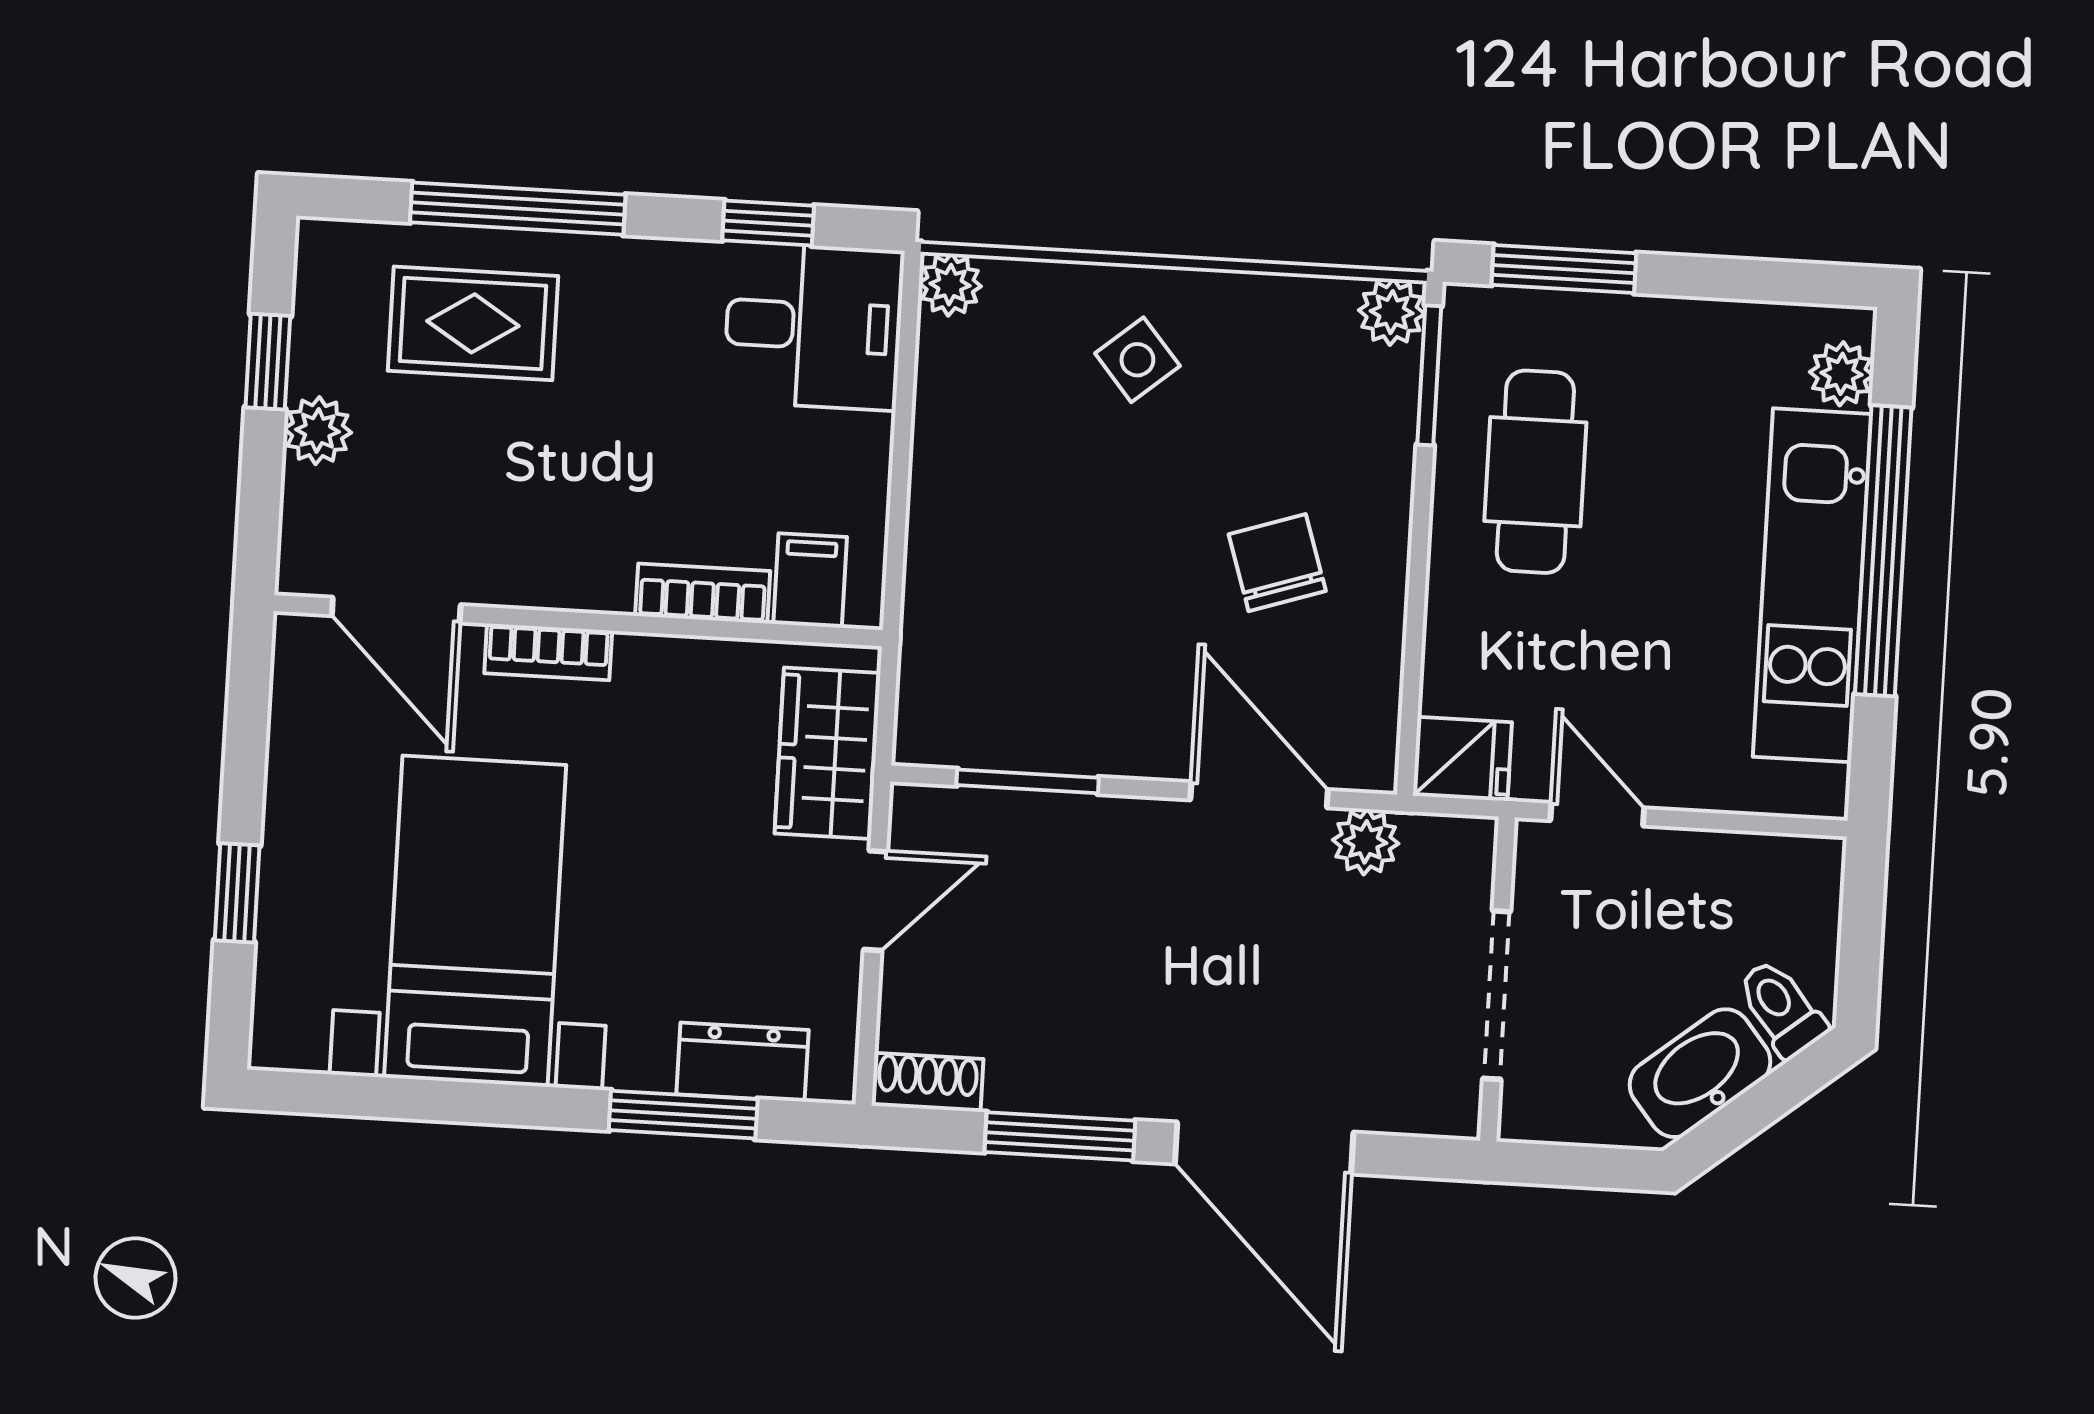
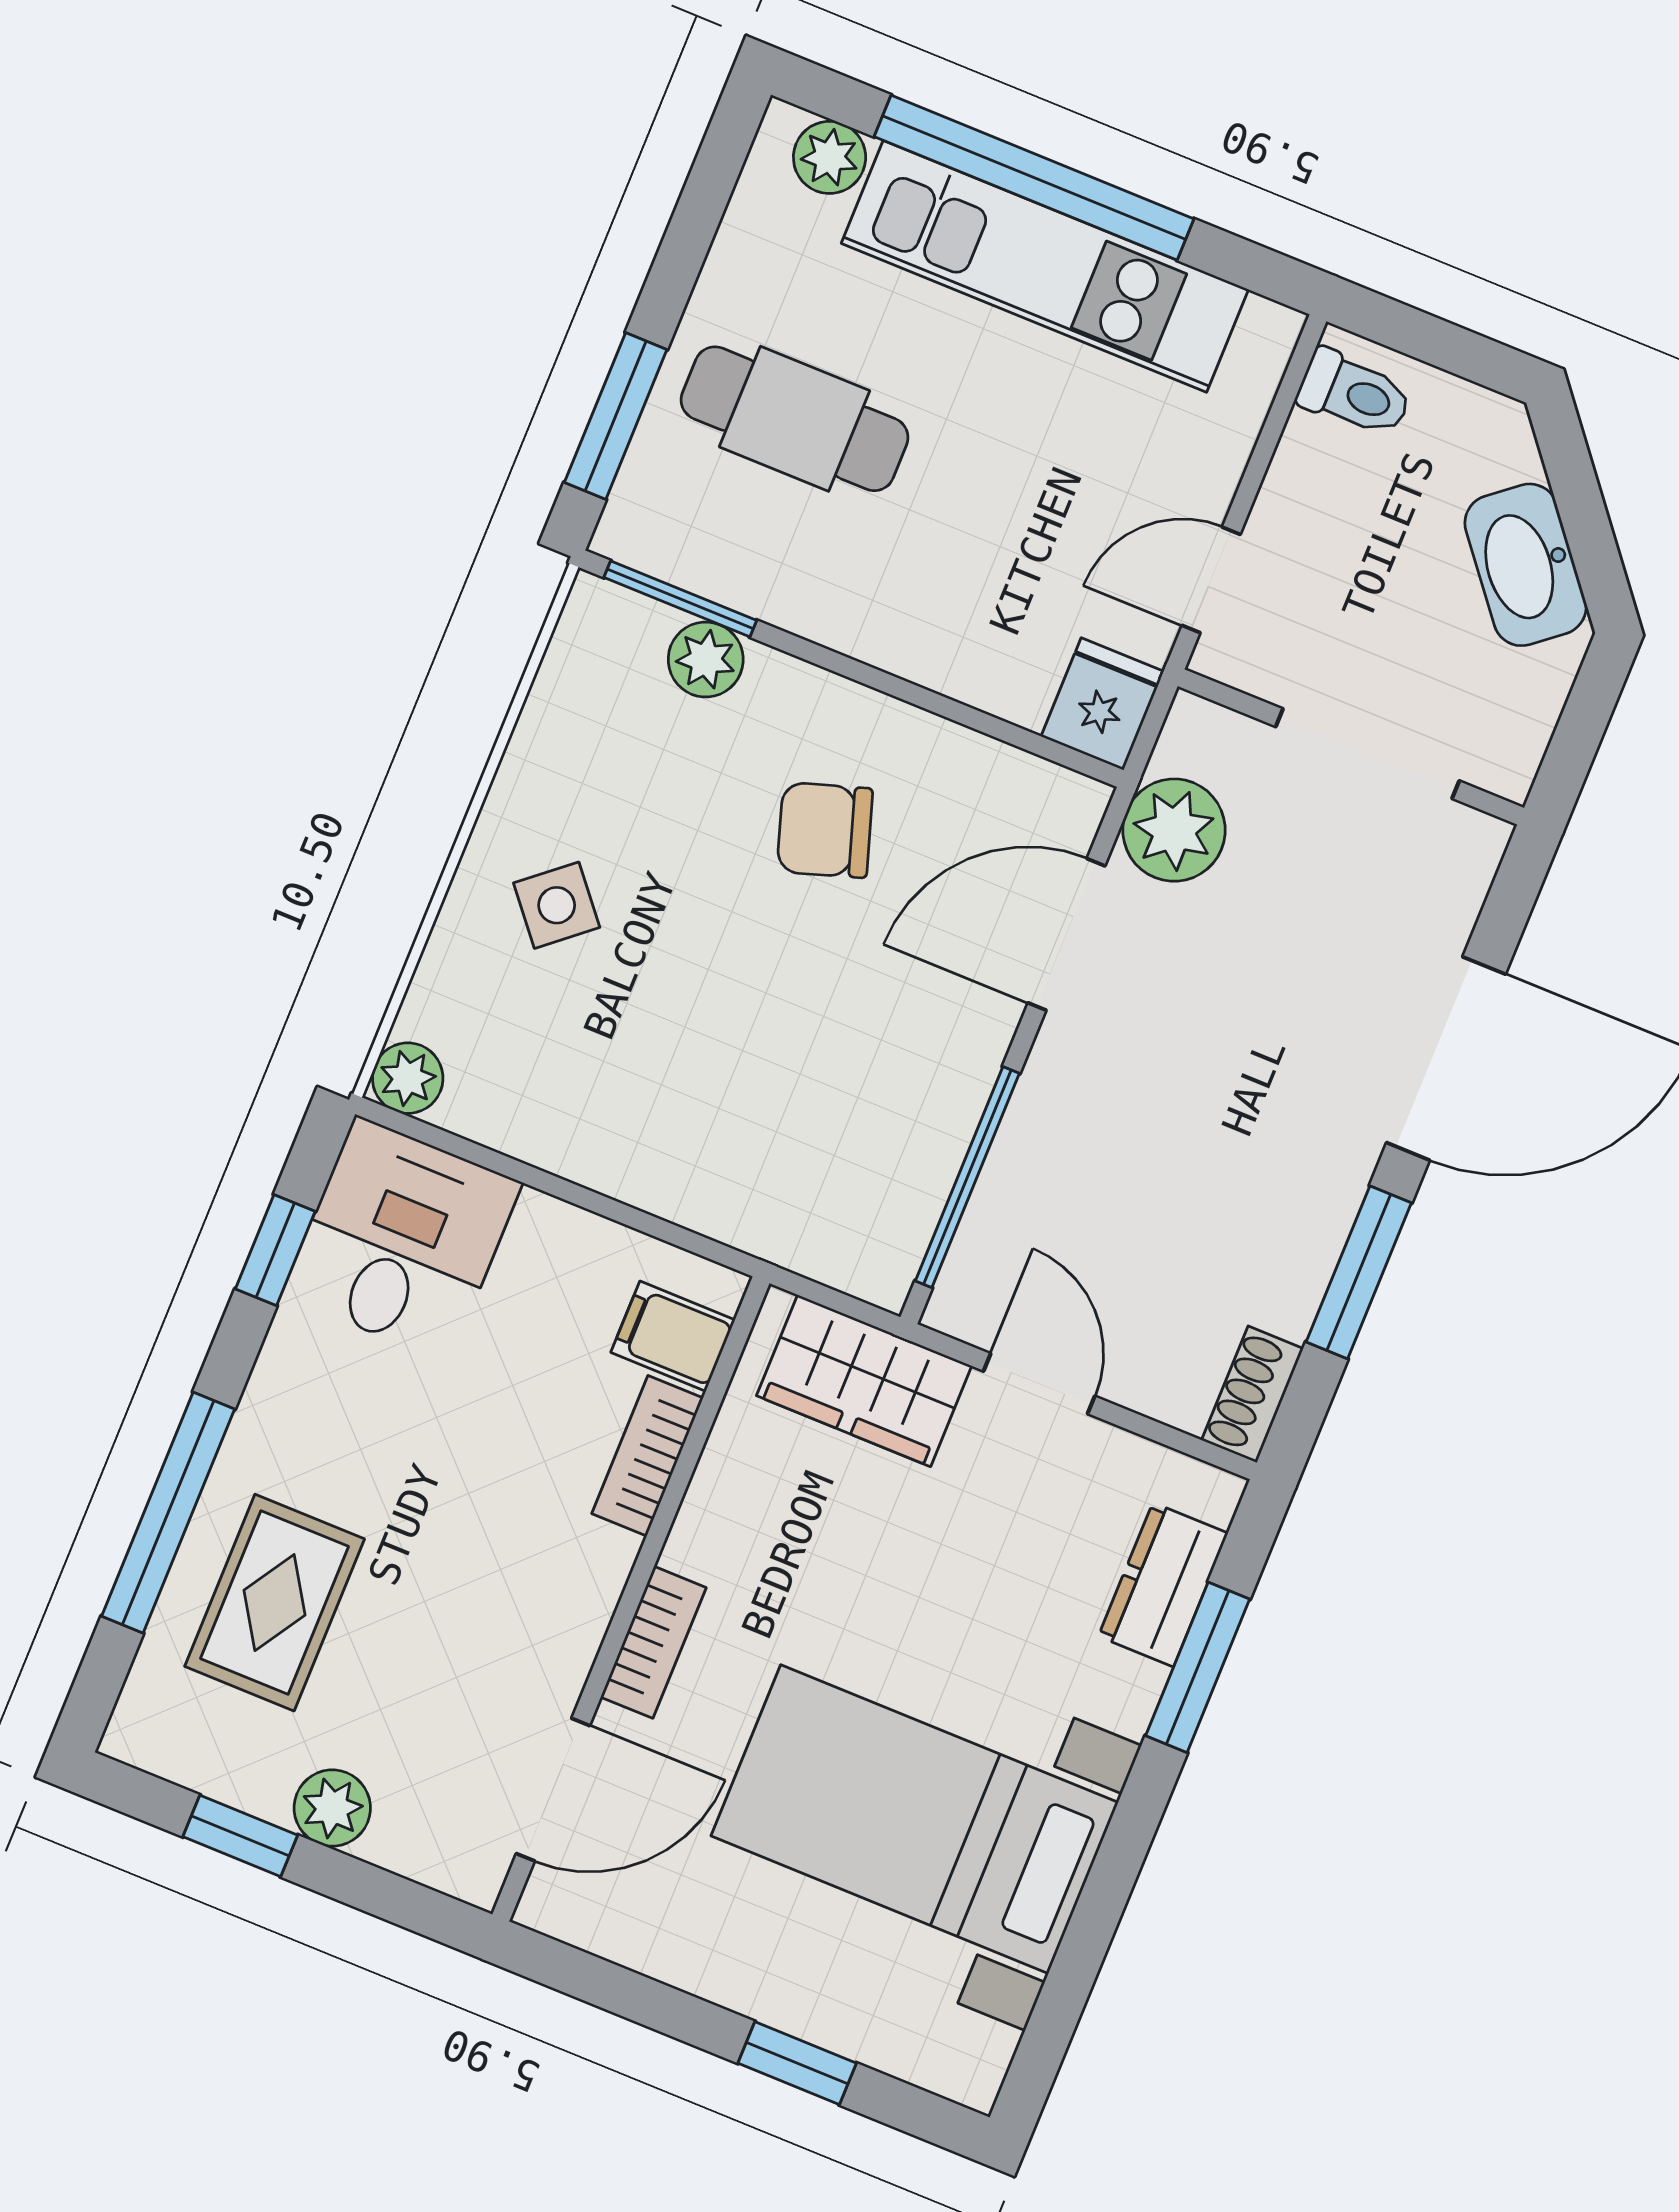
plant: (1392, 312) -> (706, 660), moved
cafe table: (1535, 472) -> (795, 419), moved
window: (1028, 781) -> (967, 1177), width x1.44
plant: (1366, 842) -> (1174, 830), width x1.38, depth x1.38
toilet: (1781, 1008) -> (1355, 393), moved, turned -141

